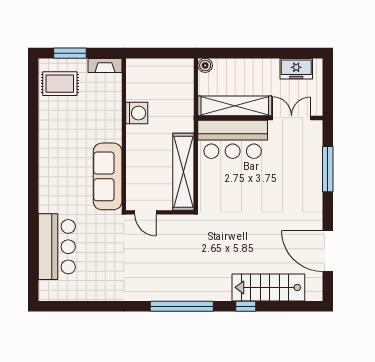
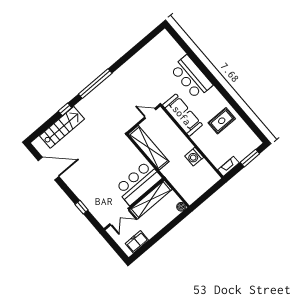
rug: (60, 84) -> (222, 121), moved
window: (328, 169) -> (82, 207), width x0.46
bar counter: (57, 247) -> (191, 77), moved

